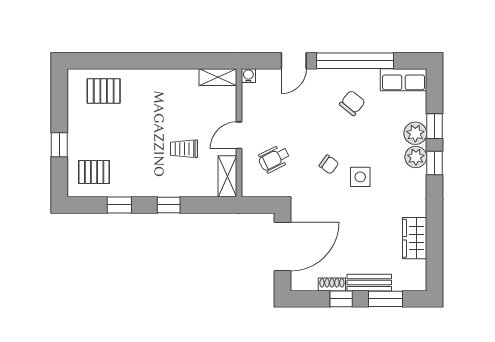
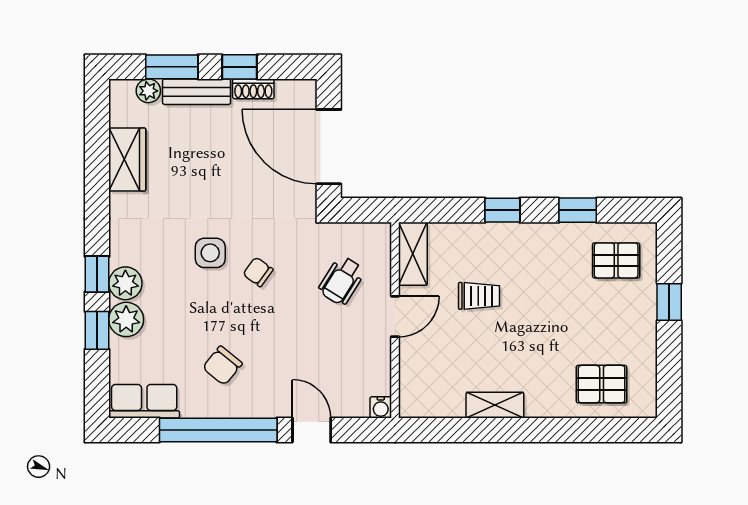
door: (294, 61) -> (312, 430), hinge flipped
shelving: (218, 77) -> (495, 405), moved
wheelchair: (274, 159) -> (342, 281), turned 149
door: (283, 247) -> (329, 147), hinge flipped
plant: (401, 283) -> (148, 91), added

